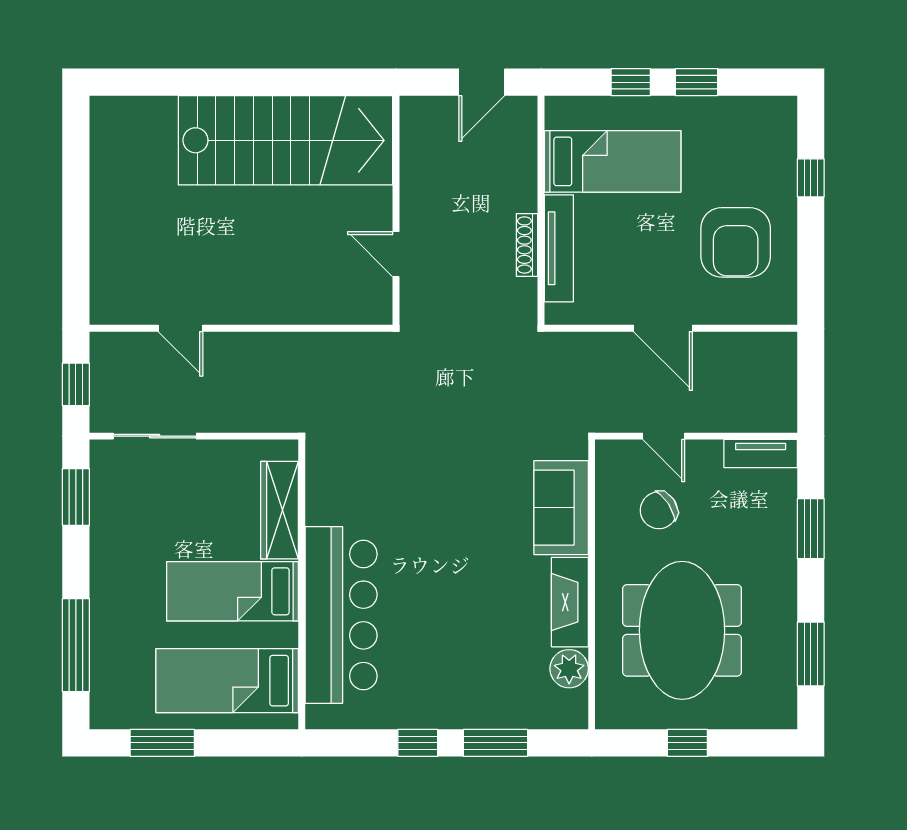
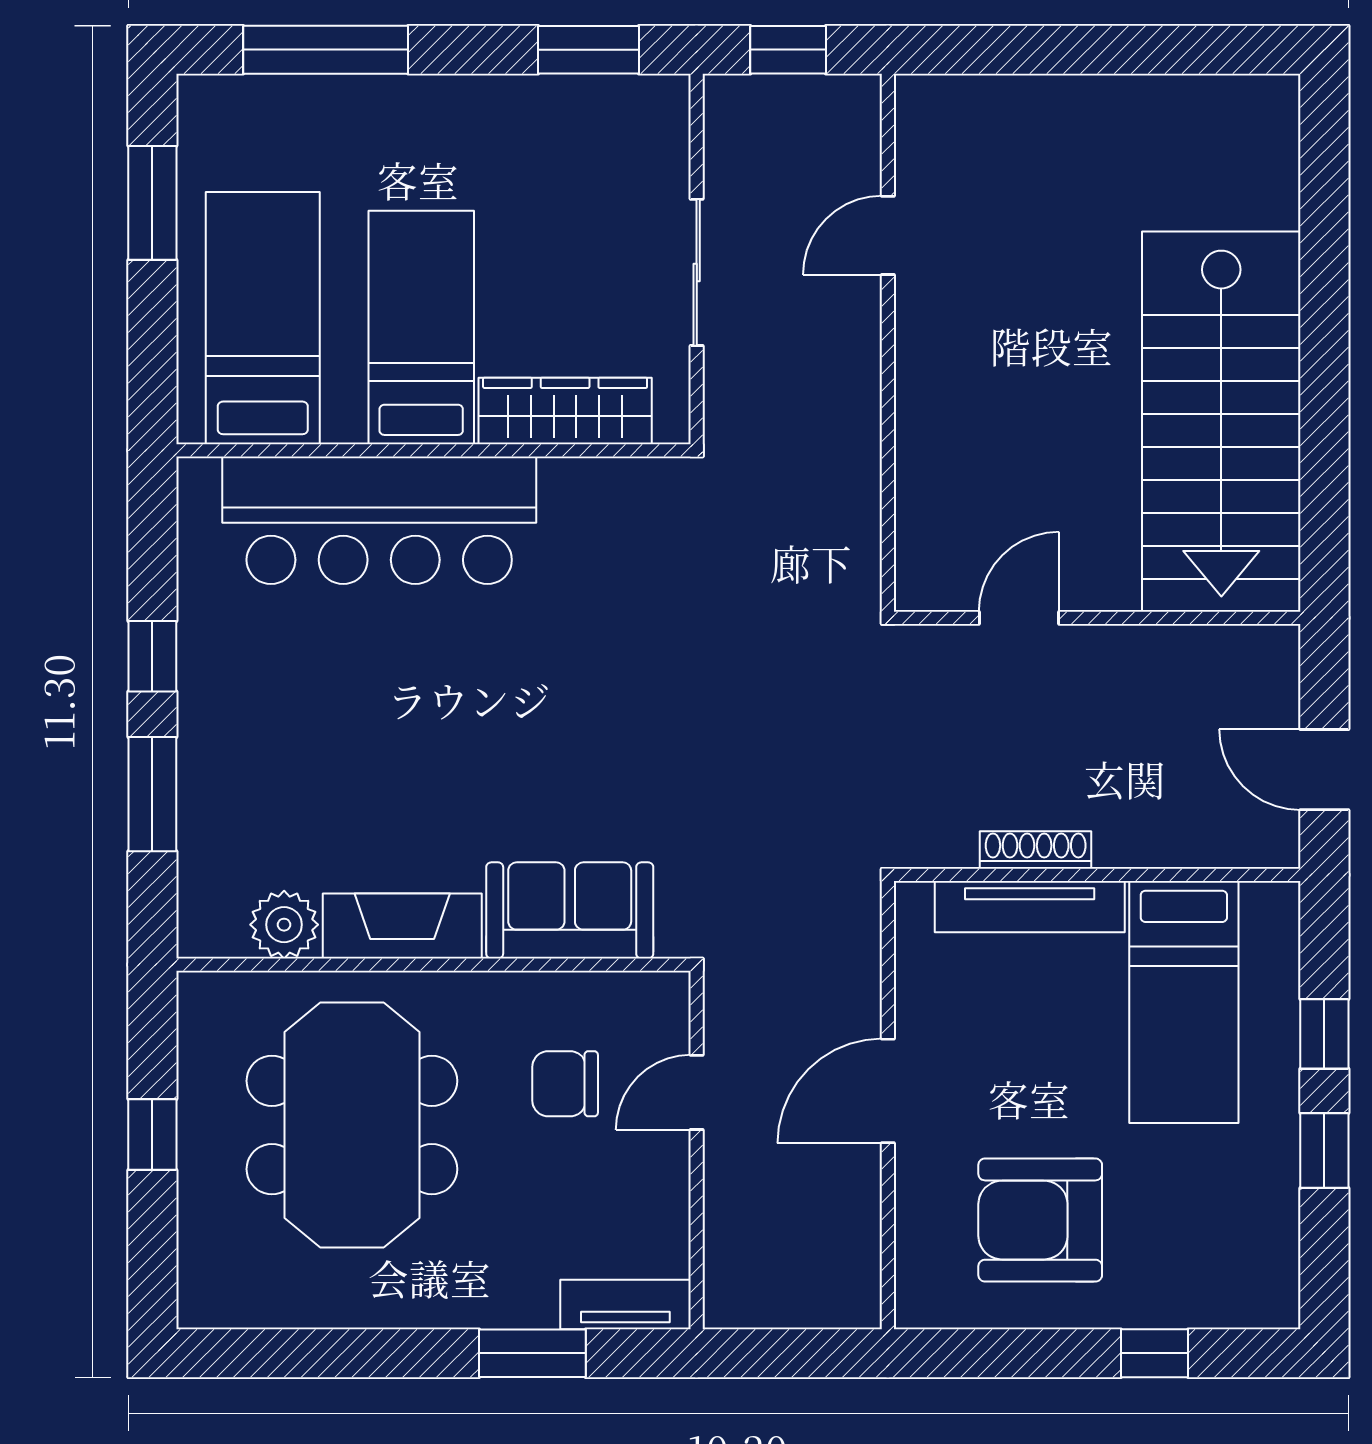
sliding door: (155, 436) -> (697, 272), moved
tv unit: (761, 454) -> (625, 1305), moved, turned 90
chair: (659, 510) -> (565, 1084), turned -57
meeting table: (682, 630) -> (352, 1125), turned 90
window: (811, 654) -> (310, 1353), removed

